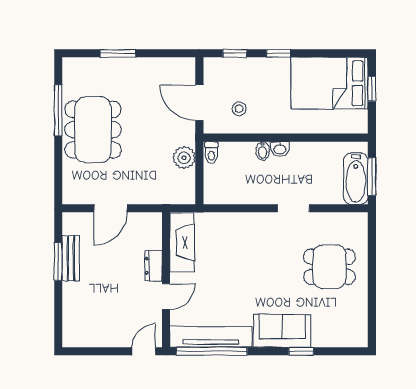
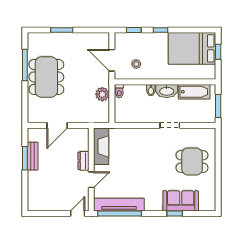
washbasin: (280, 149) -> (167, 91), width x1.91, depth x1.45
bathtub: (356, 179) -> (194, 92), moved, turned -90
sofa: (282, 331) -> (181, 201), moved

